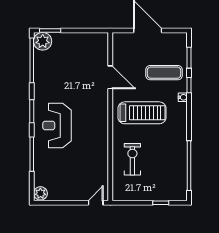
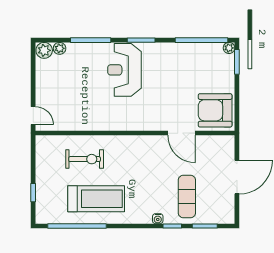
plant: (43, 41) -> (229, 48), width x0.53, depth x0.53
armchair: (91, 49) -> (215, 110), added
door: (110, 77) -> (181, 133), hinge flipped
treadmill: (142, 113) -> (96, 199), moved, turned -90
reception desk: (57, 126) -> (124, 70), turned -90
plant: (39, 180) -> (60, 48), added

